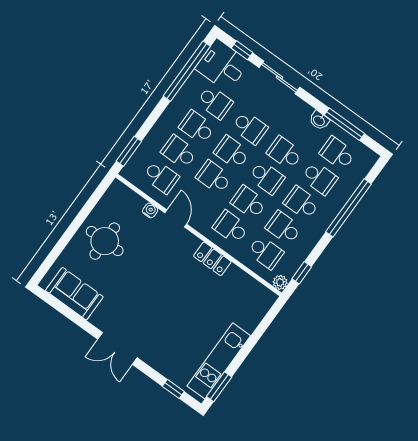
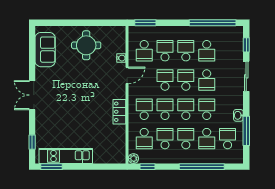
desk: (222, 65) -> (230, 40), removed
school desk: (267, 178) -> (186, 109), turned 180

